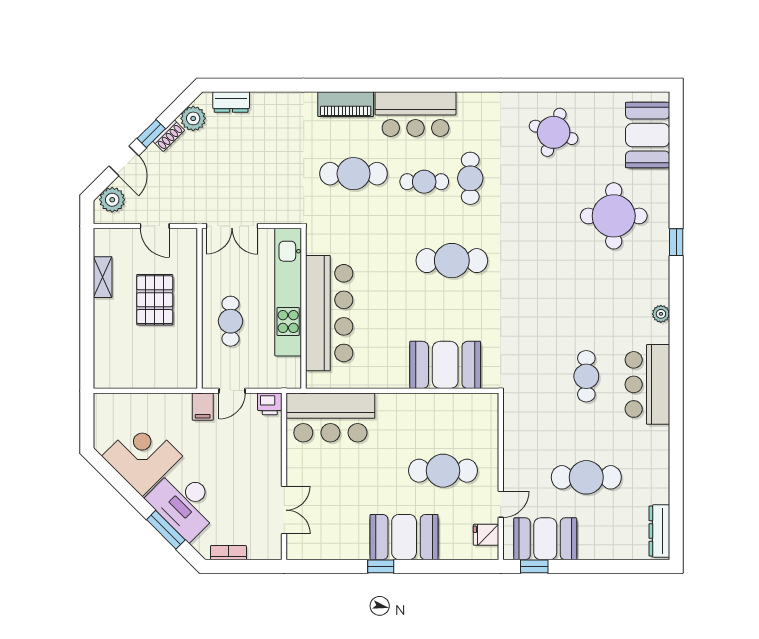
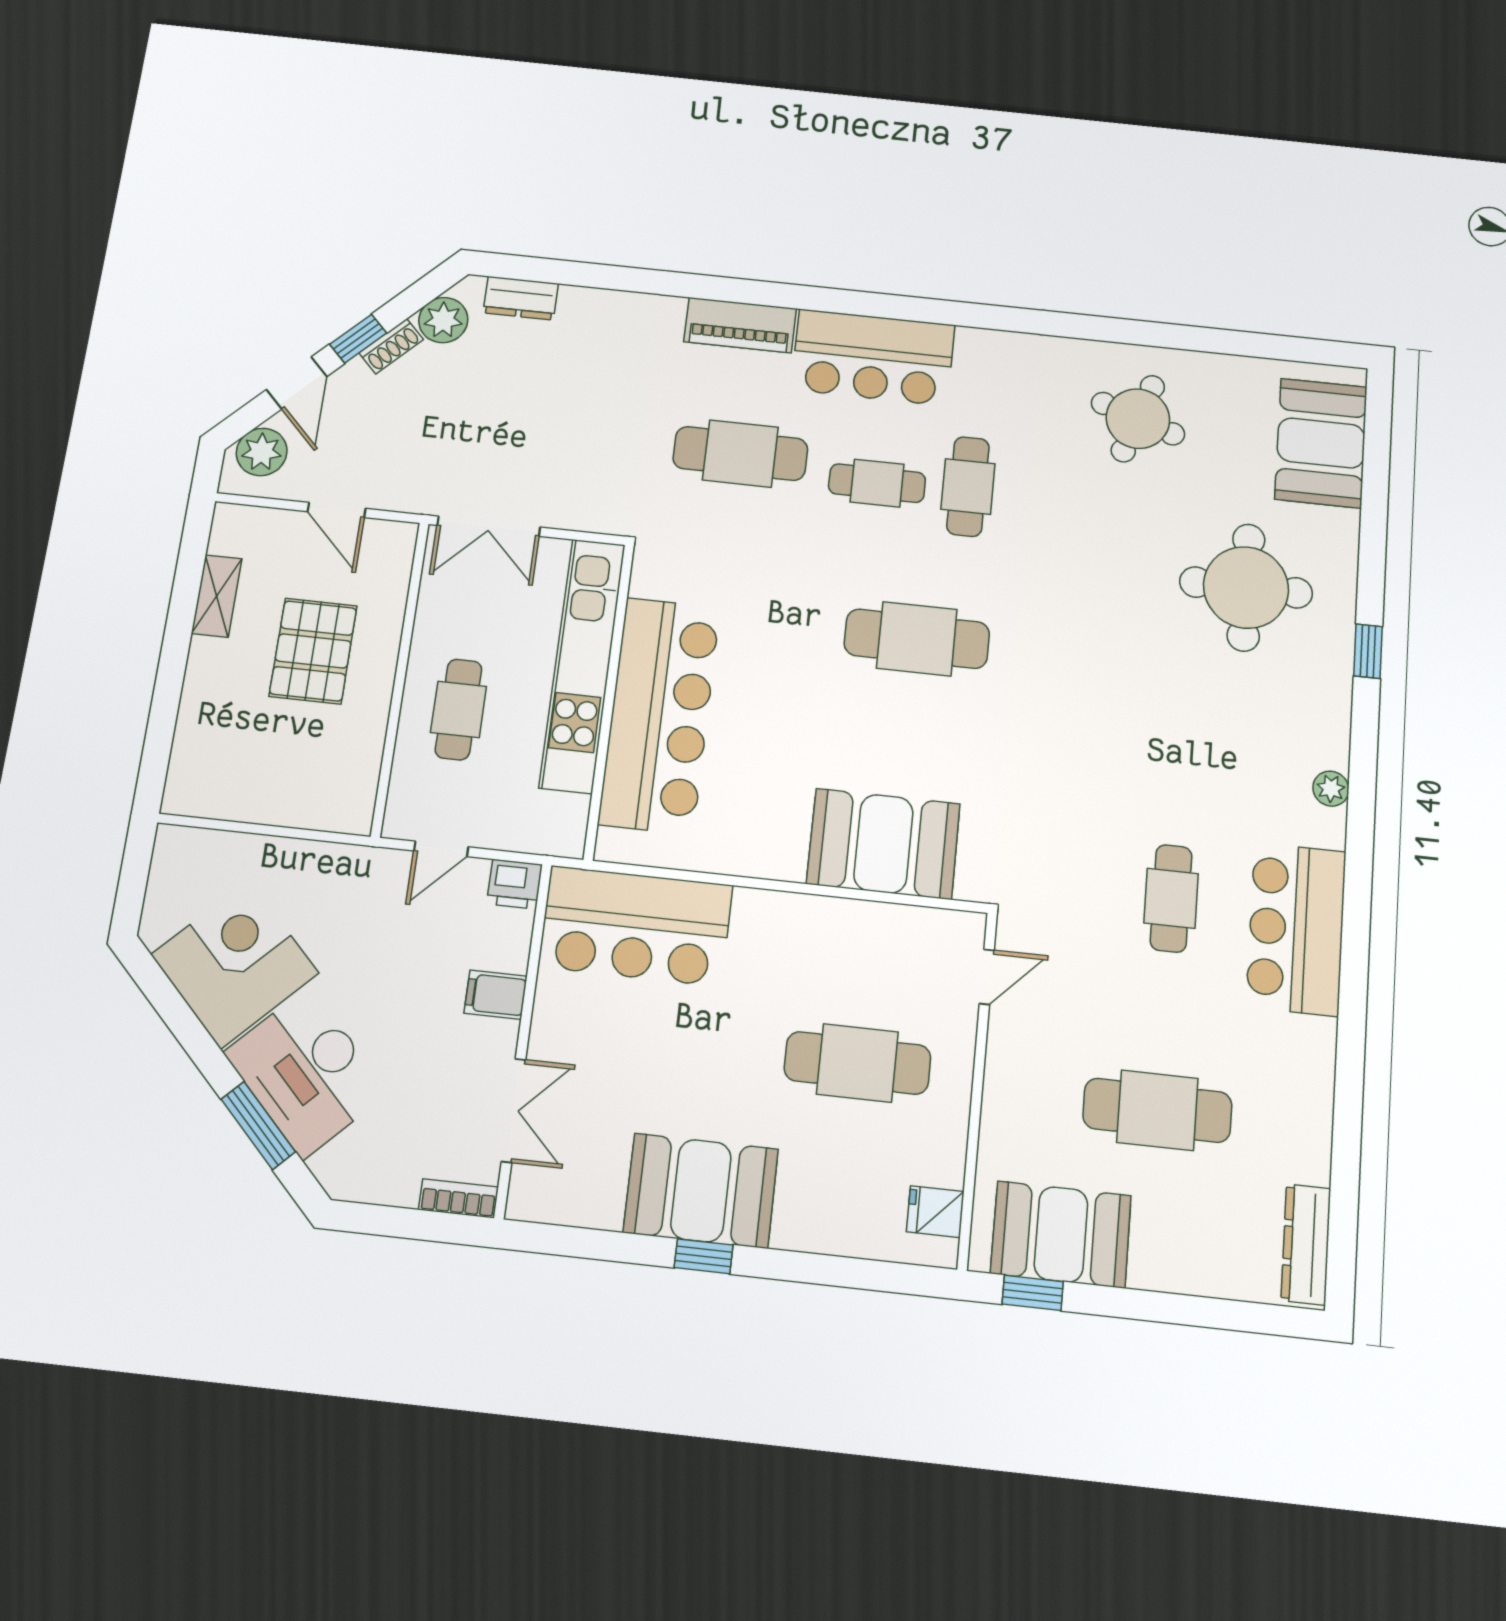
filing cabinet: (203, 407) -> (496, 995), moved, turned 90
door: (501, 504) -> (987, 977), moved
booth: (404, 537) -> (701, 1191), moved
bookcase: (228, 553) -> (458, 1198), moved

